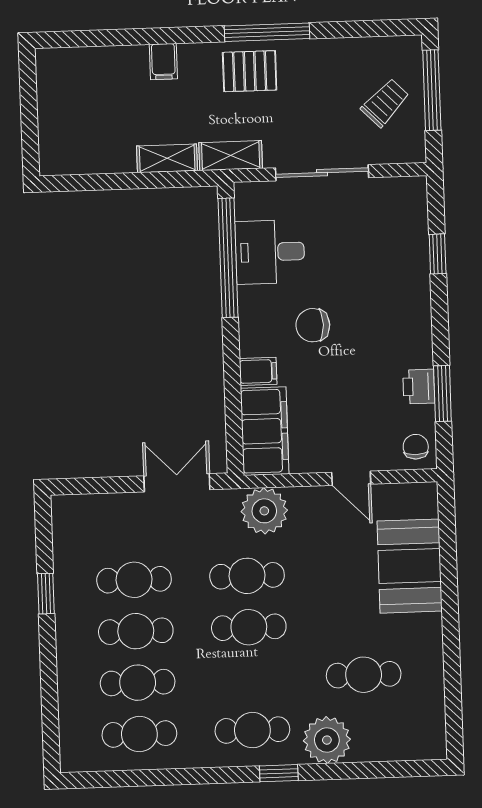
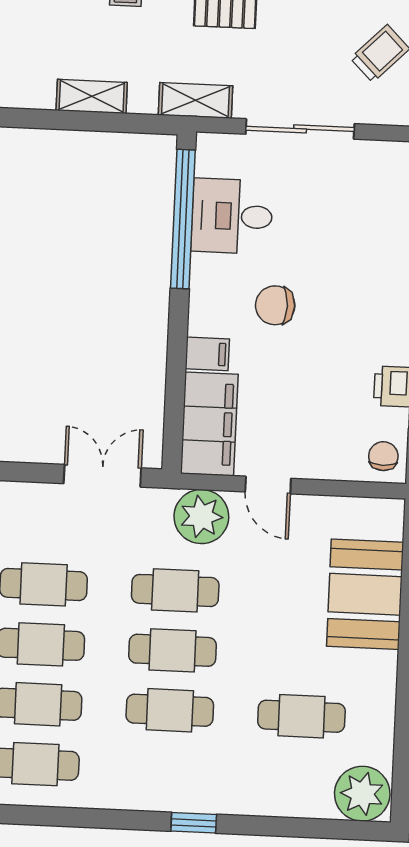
shelving: (167, 158) -> (92, 96), moved
door: (351, 478) -> (268, 485), moved
cafe table: (252, 730) -> (170, 710), moved
plant: (327, 740) -> (362, 794), moved

